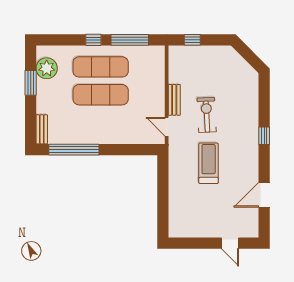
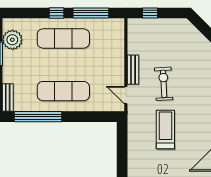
exercise mat: (101, 95) -> (63, 91), moved

